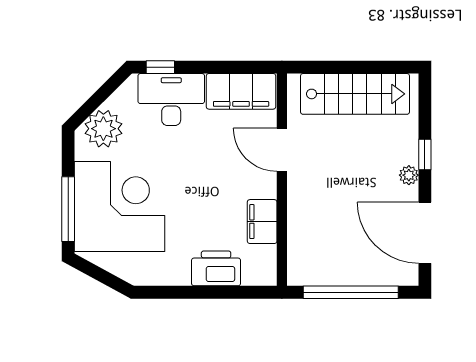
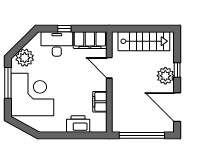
window: (160, 67) -> (64, 29), moved
plant: (409, 175) -> (165, 76), width x1.88, depth x1.88
window: (68, 209) -> (8, 83), moved

